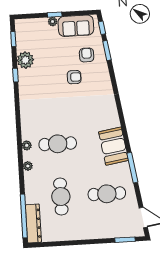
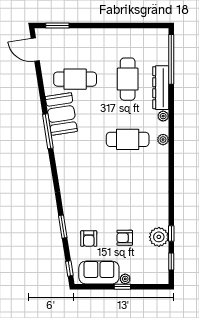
window: (107, 50) -> (63, 227), moved
window: (15, 75) -> (171, 234), moved
armchair: (74, 77) -> (125, 238), moved
booth: (114, 146) -> (61, 114), moved
window: (132, 168) -> (48, 131), moved
dresser: (33, 223) -> (161, 88), moved

